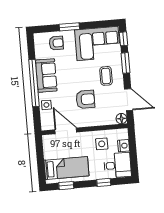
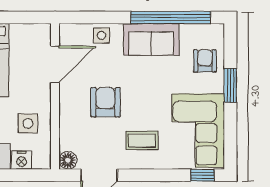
armchair: (56, 43) -> (205, 61), turned 180
window: (126, 63) -> (161, 175), removed
window: (34, 83) -> (171, 18), moved
armchair: (85, 99) -> (105, 102), turned 180

